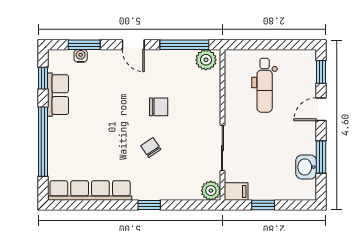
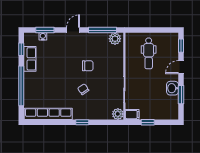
door: (133, 45) -> (73, 30), swing flipped
washbasin: (306, 167) -> (173, 88), moved

